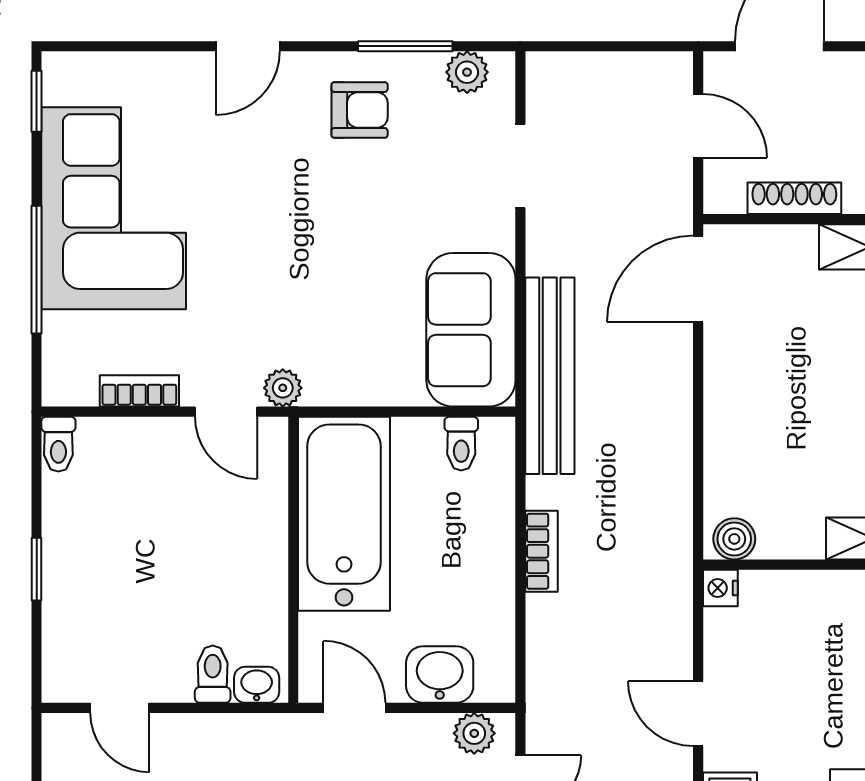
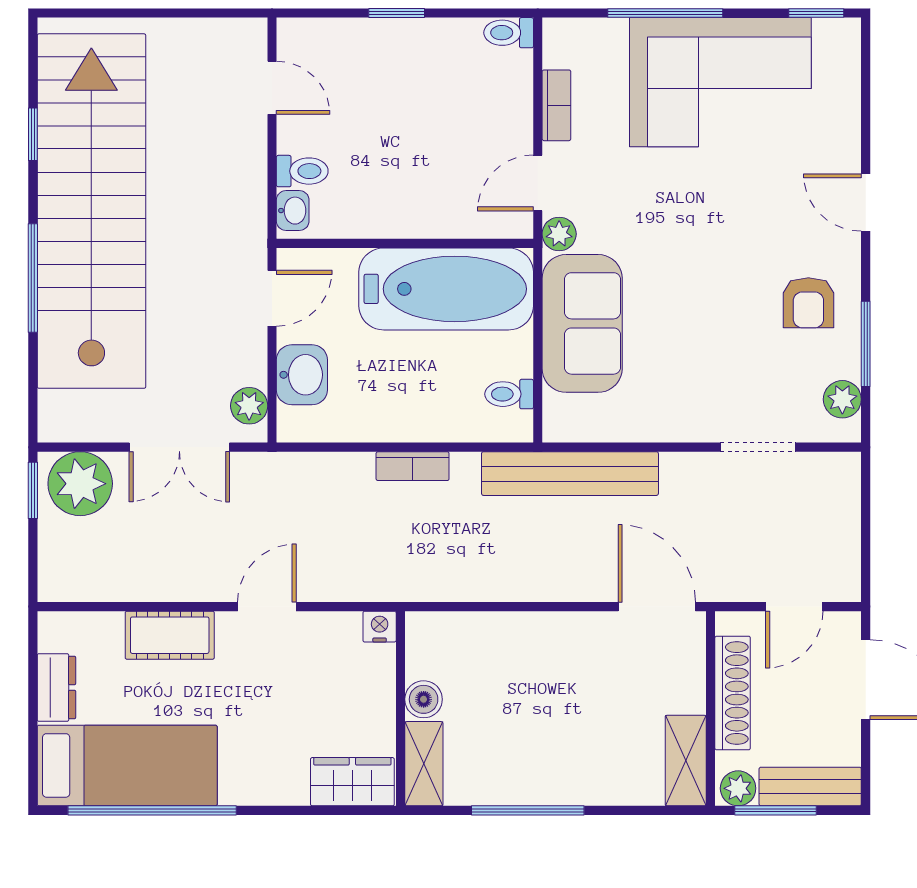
shoe rack: (794, 198) -> (733, 693), width x1.36, depth x1.24
sofa: (471, 330) -> (582, 323), moved, turned 90
boiler: (734, 539) -> (424, 699), moved
door: (120, 708) -> (272, 88), swing flipped

